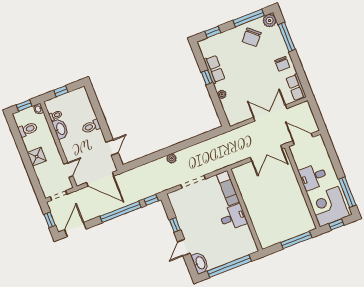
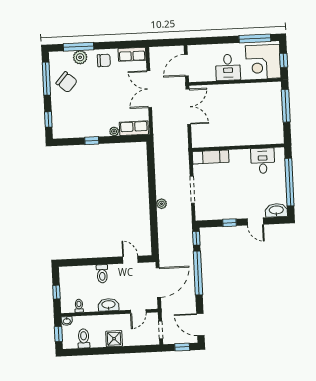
plant: (270, 21) -> (80, 57), moved
row of seats: (214, 69) -> (134, 128), moved
washbasin: (60, 129) -> (109, 305), moved
door: (68, 170) -> (138, 311), swing flipped
desk: (233, 217) -> (263, 161), moved

